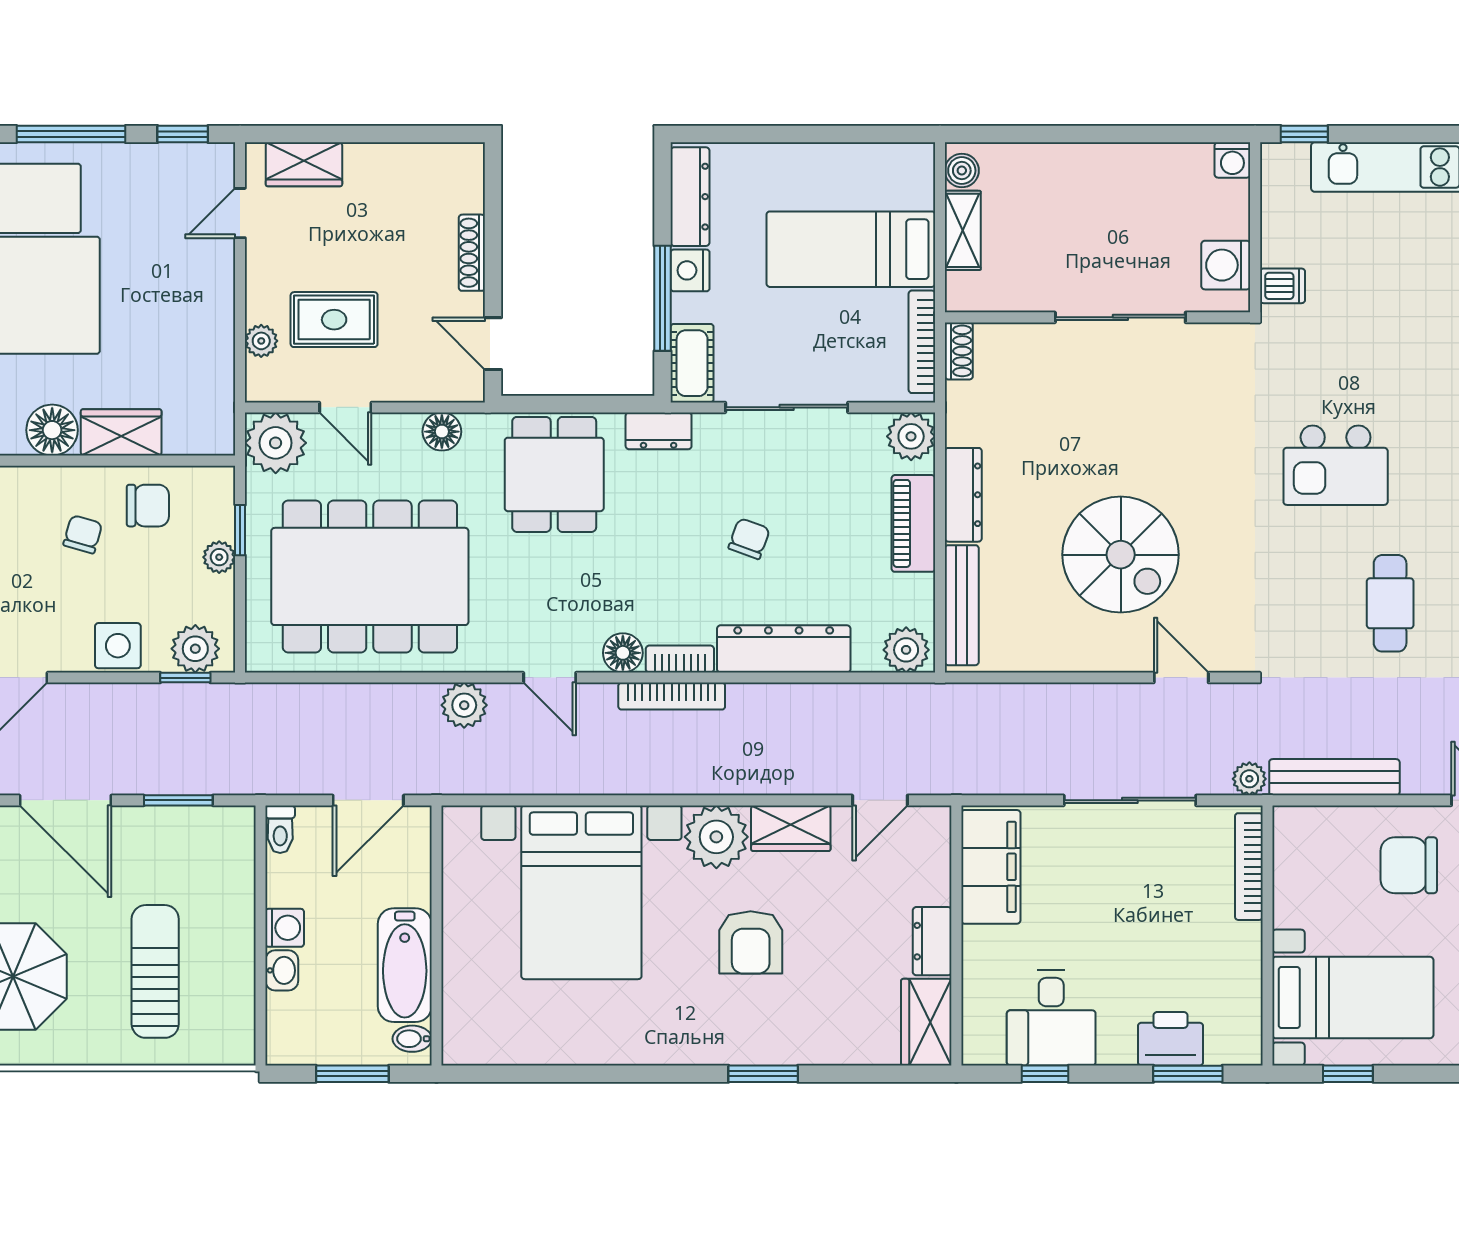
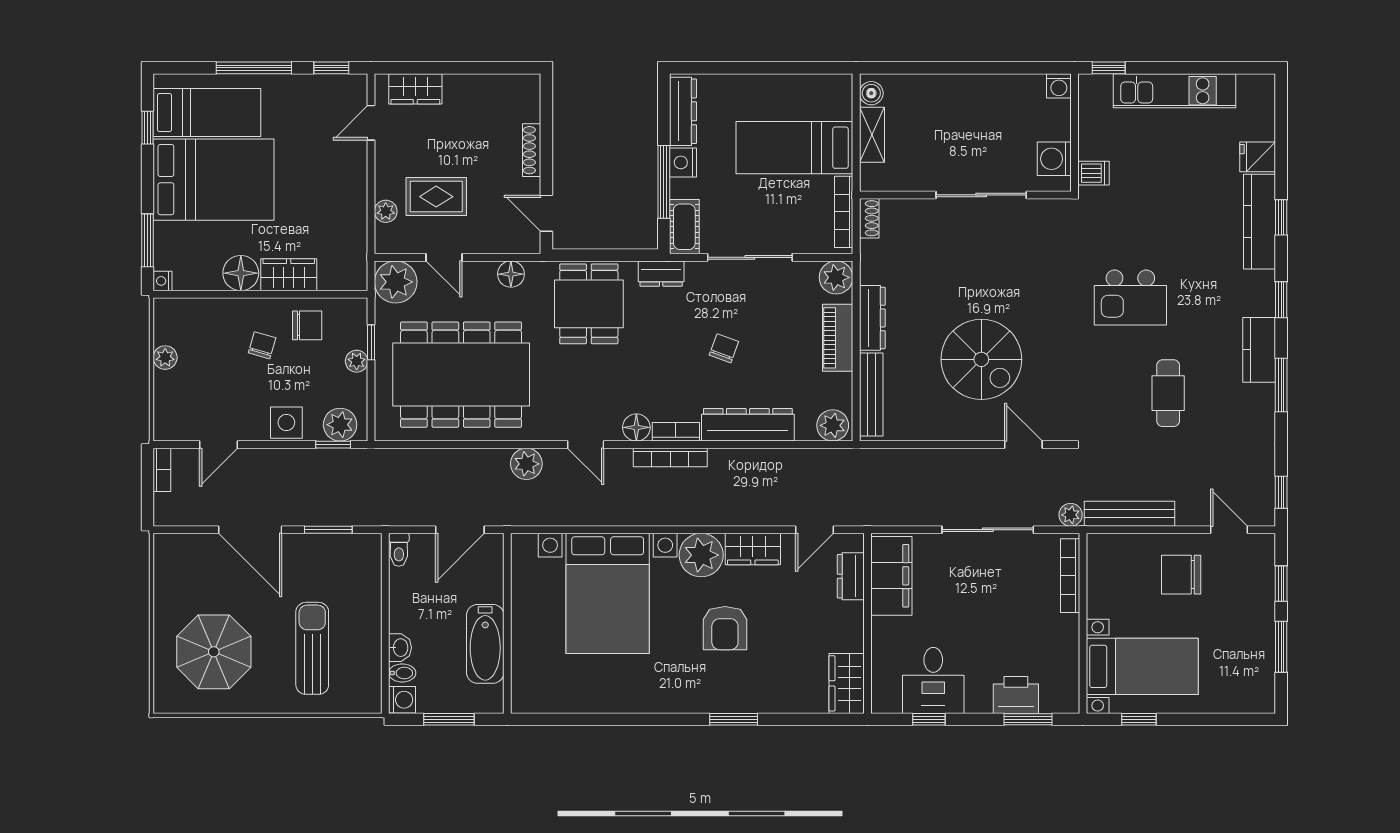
washing machine: (285, 928) -> (402, 700), moved
dresser: (932, 941) -> (851, 576), moved
bidet: (412, 1039) -> (402, 673), moved, turned 180

